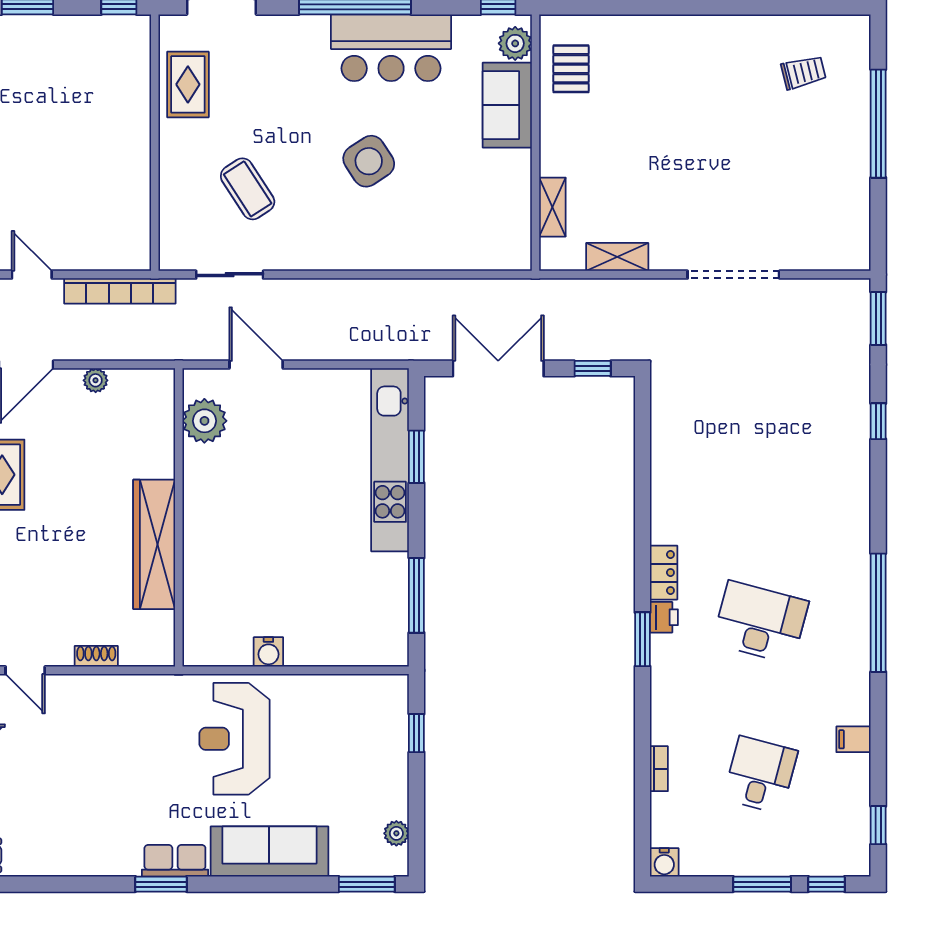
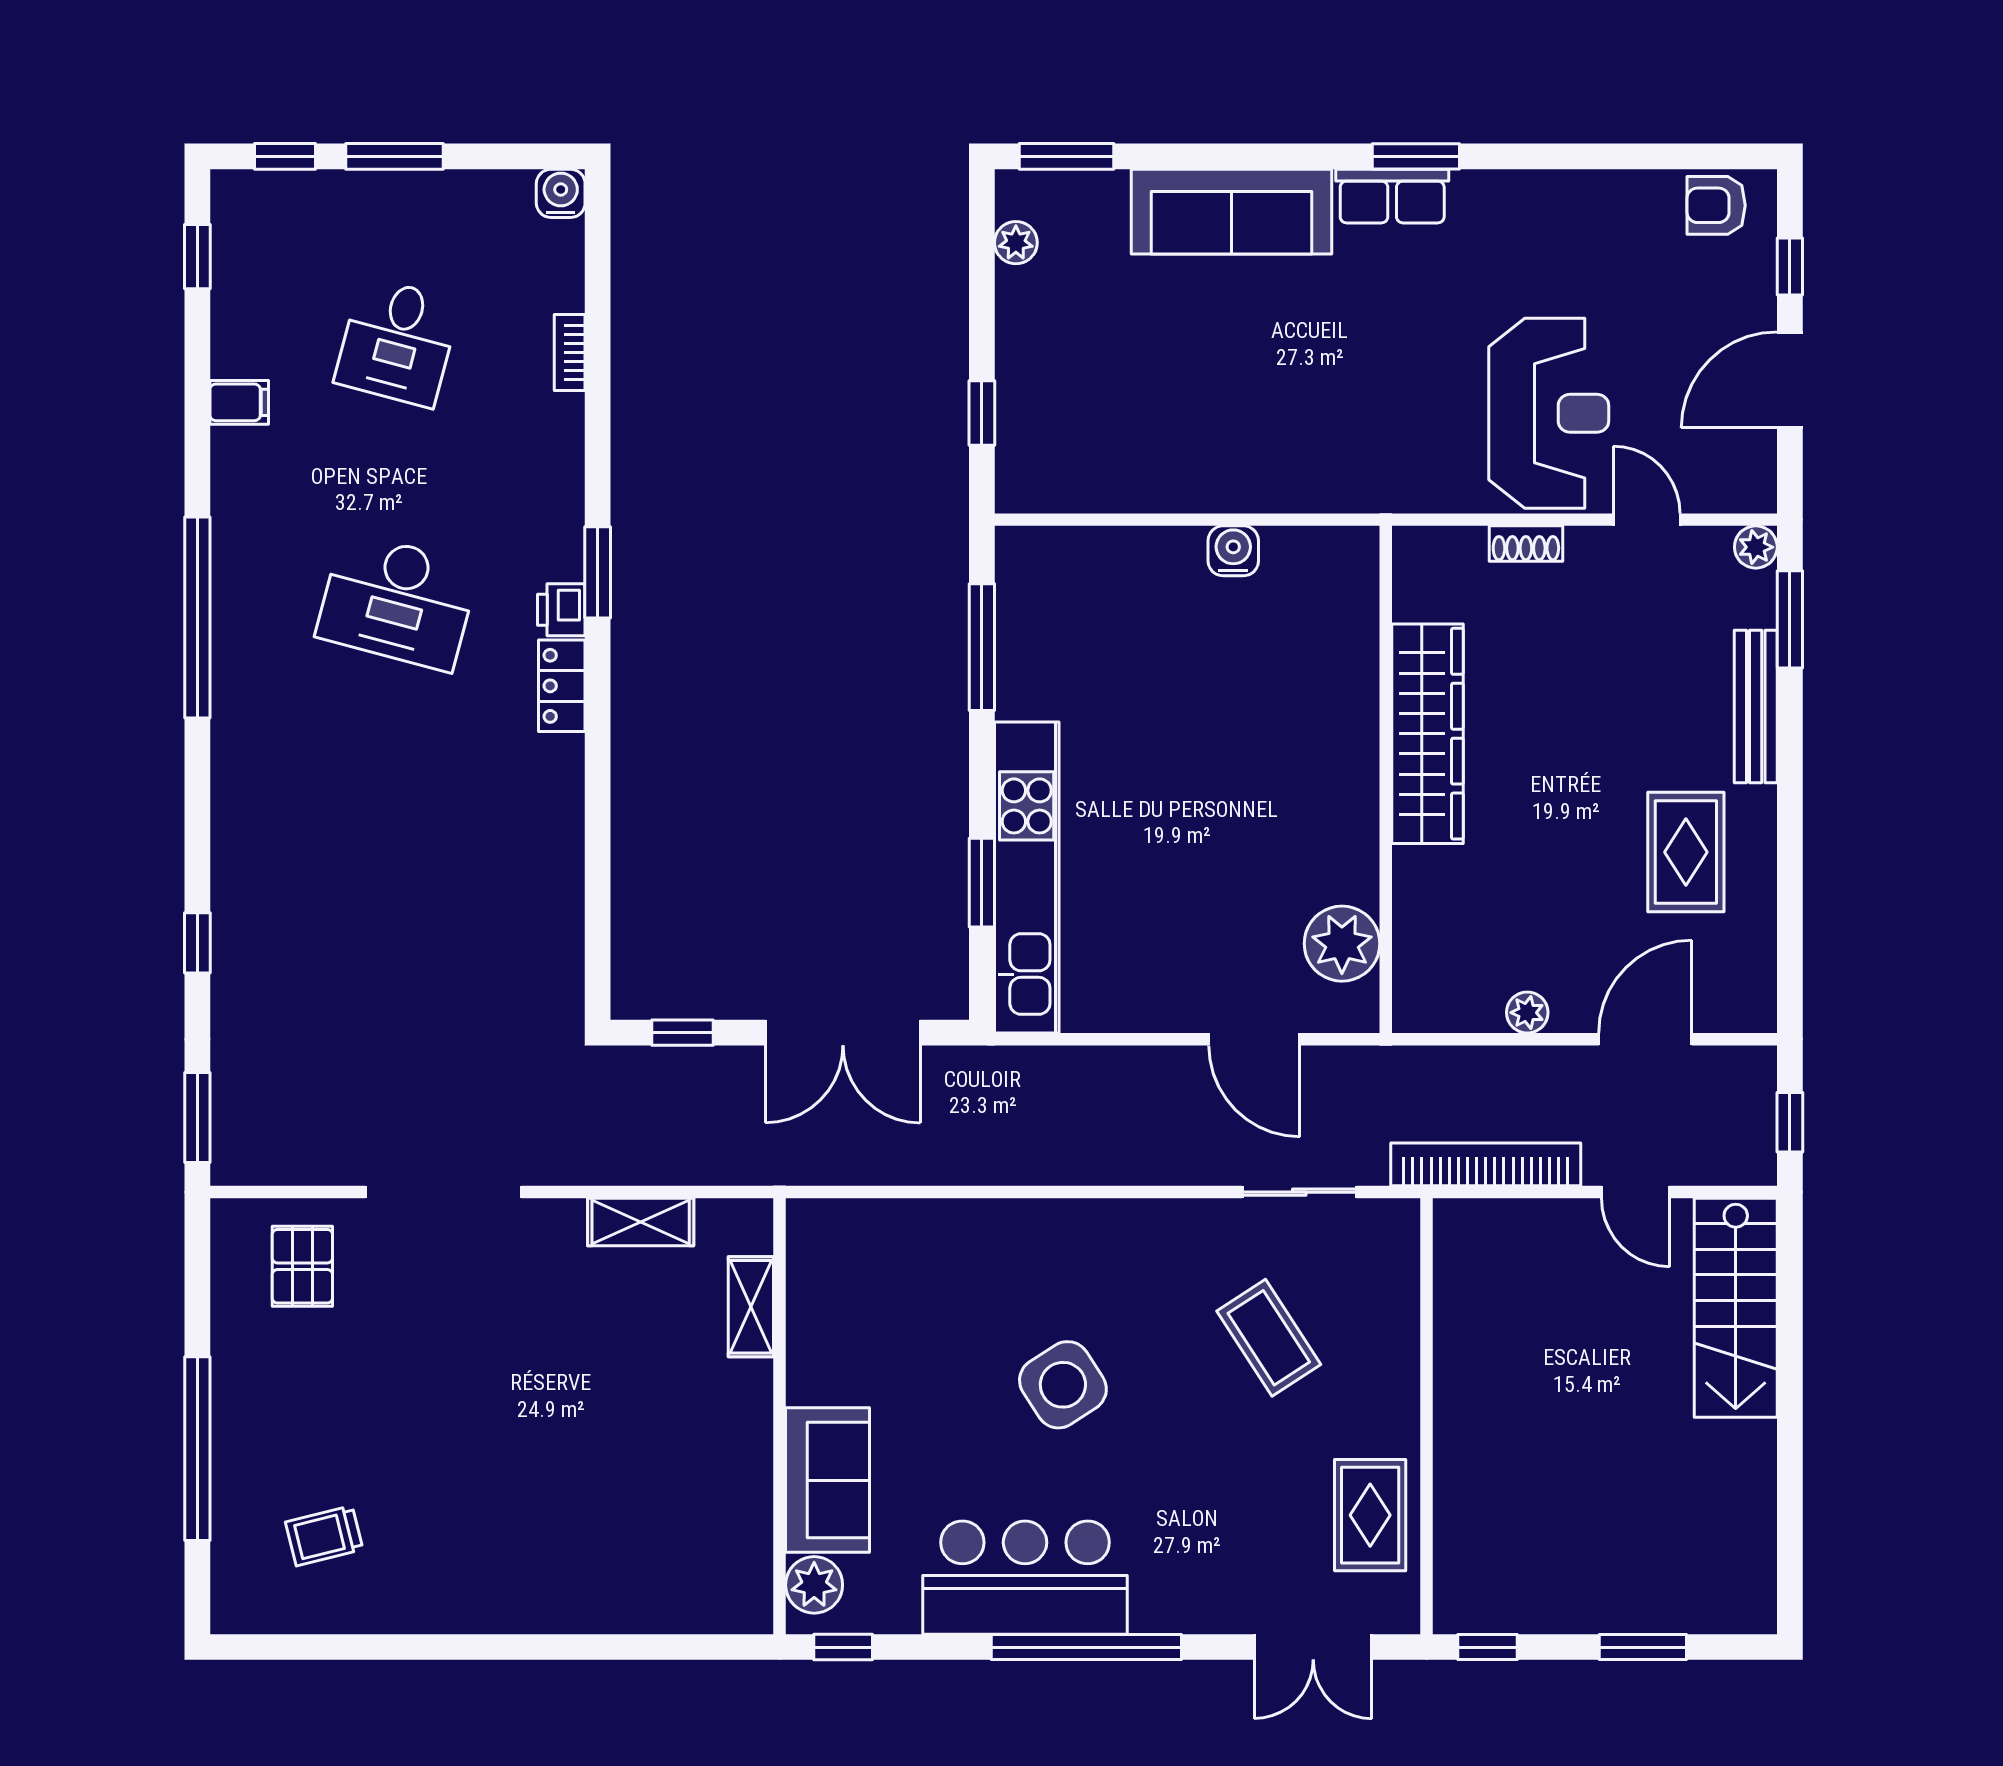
pallet: (571, 69) -> (302, 1266), moved
reception desk: (235, 739) -> (1549, 413), moved

